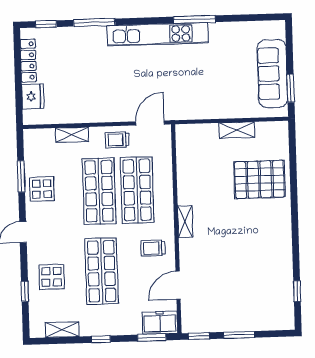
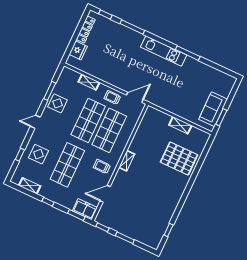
kitchen unit: (158, 34) -> (164, 51), width x0.73
sofa: (272, 74) -> (213, 109), width x0.73

